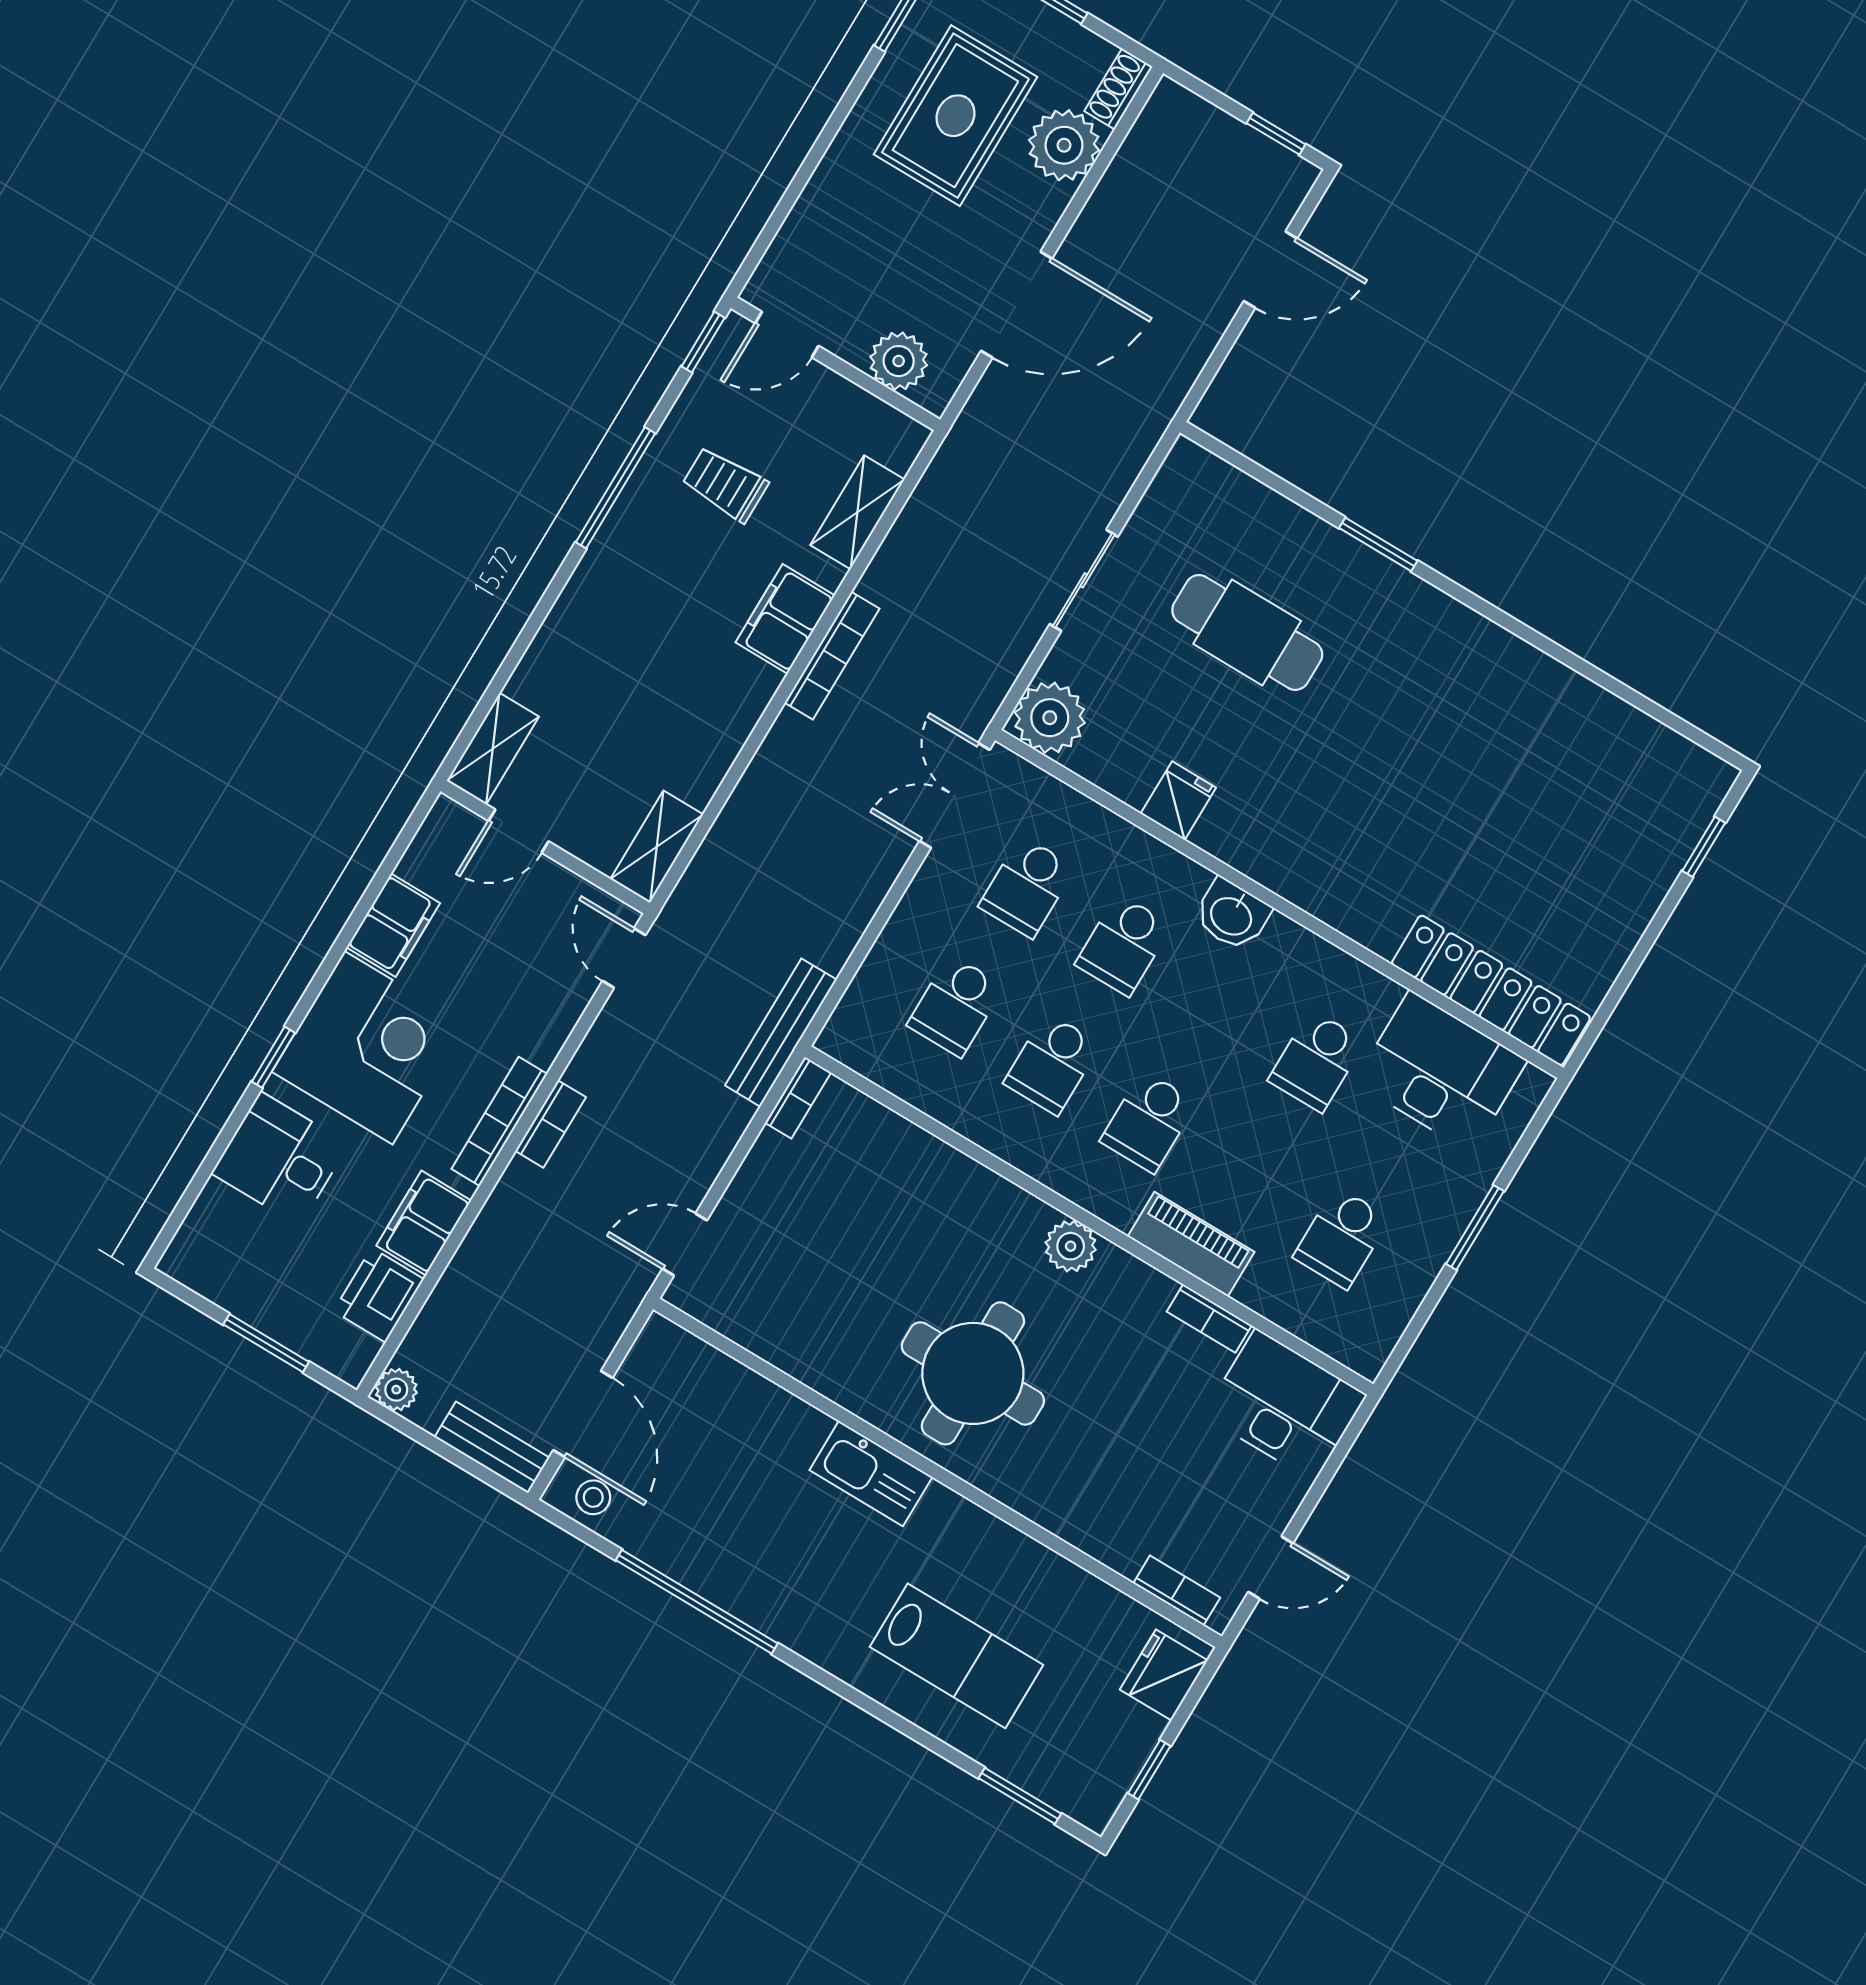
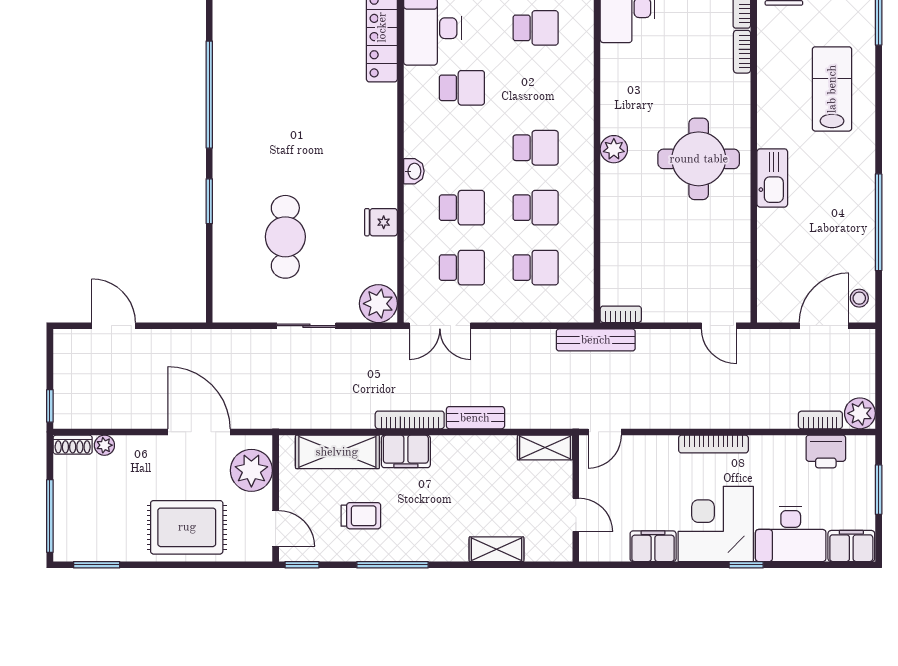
rug: (956, 116) -> (187, 527), moved
window: (1276, 134) -> (50, 406), moved
plant: (1064, 145) -> (104, 445), width x0.53, depth x0.53
plant: (899, 361) -> (251, 470), width x1.36, depth x1.36
trolley: (725, 484) -> (361, 516), turned -90
shelving: (857, 512) -> (337, 452), width x1.50, depth x1.33
window: (1550, 648) -> (209, 95), added
shelving: (493, 749) -> (496, 549), moved
washbasin: (1232, 915) -> (414, 171), width x0.72, depth x0.69
bookcase: (551, 1124) -> (820, 420), moved
desk: (280, 1159) -> (791, 534), width x1.37
filing cabinet: (424, 1223) -> (851, 546), moved, turned 180
piano: (1191, 1244) -> (580, 95), removed
bookcase: (1209, 1318) -> (742, 52), moved, turned 180
plant: (396, 1390) -> (860, 413), width x1.38, depth x1.38
bench: (492, 1447) -> (475, 418), moved, turned 90

